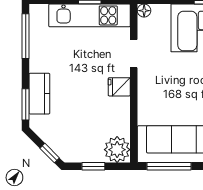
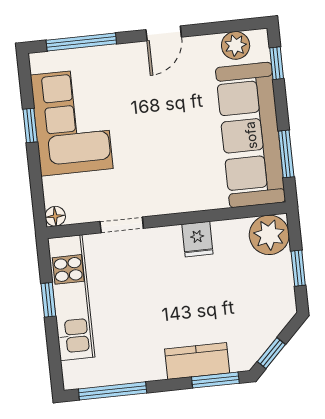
fridge: (119, 87) -> (197, 239), moved
window: (50, 153) -> (271, 353), moved
window: (169, 166) -> (286, 154), width x0.69

